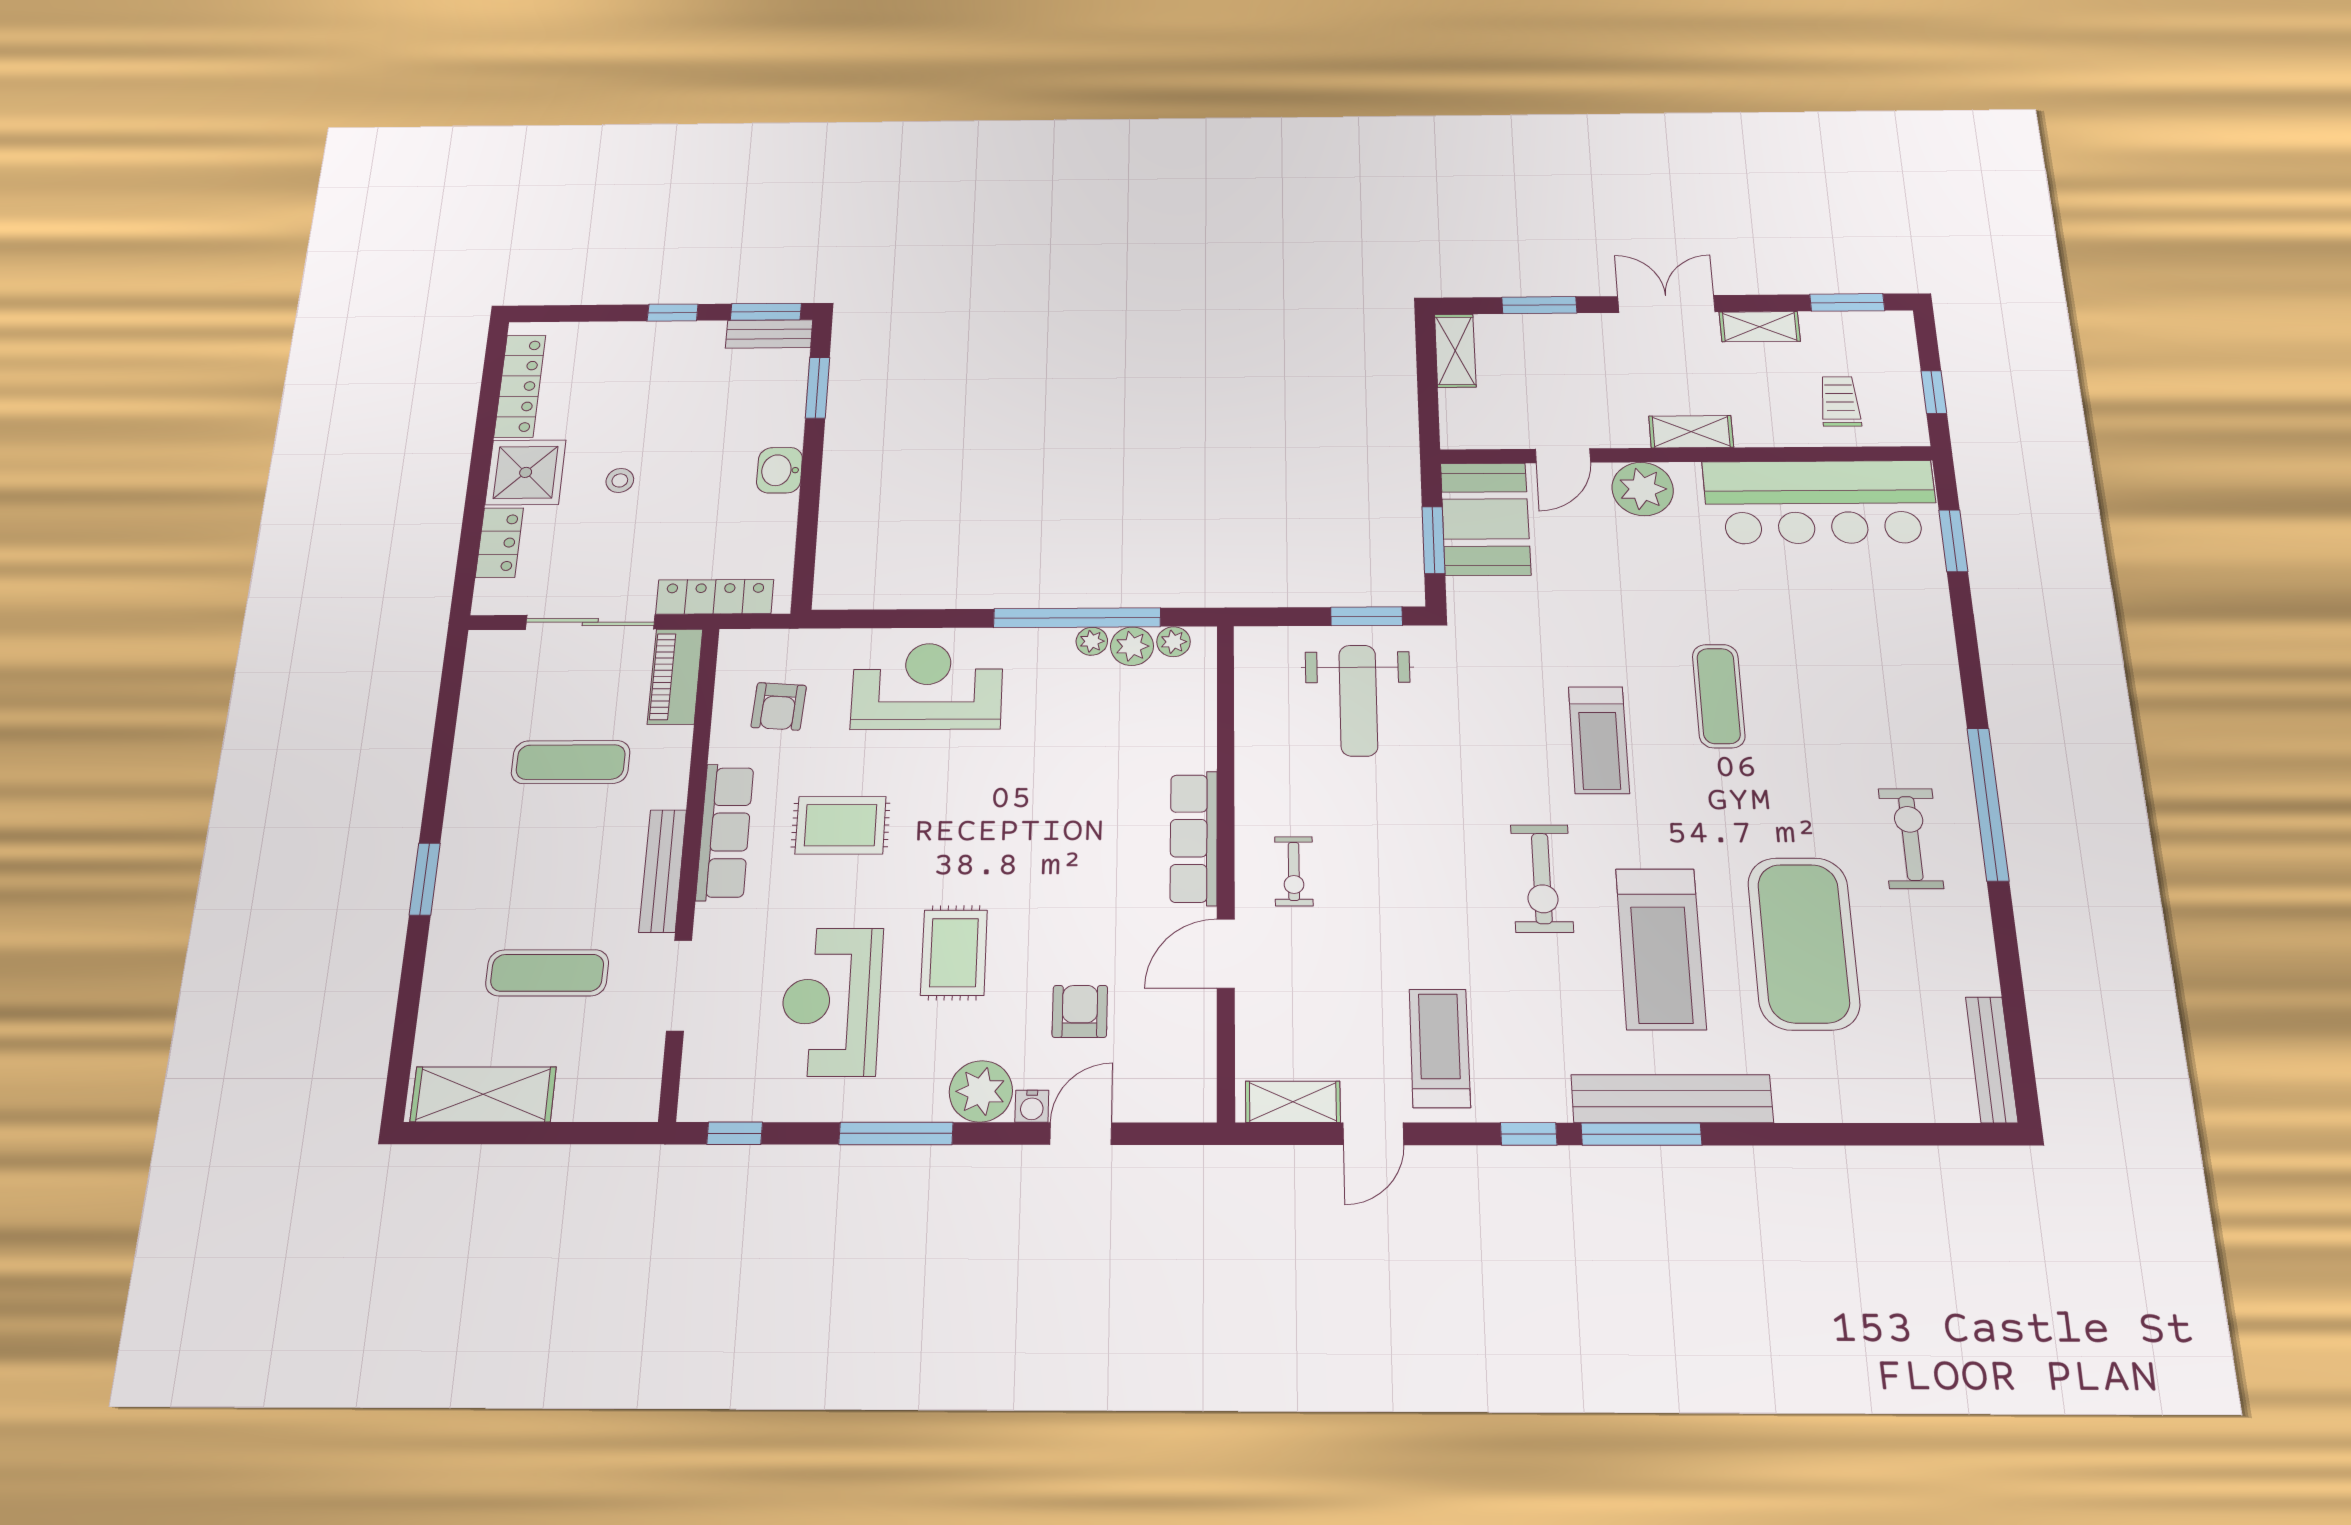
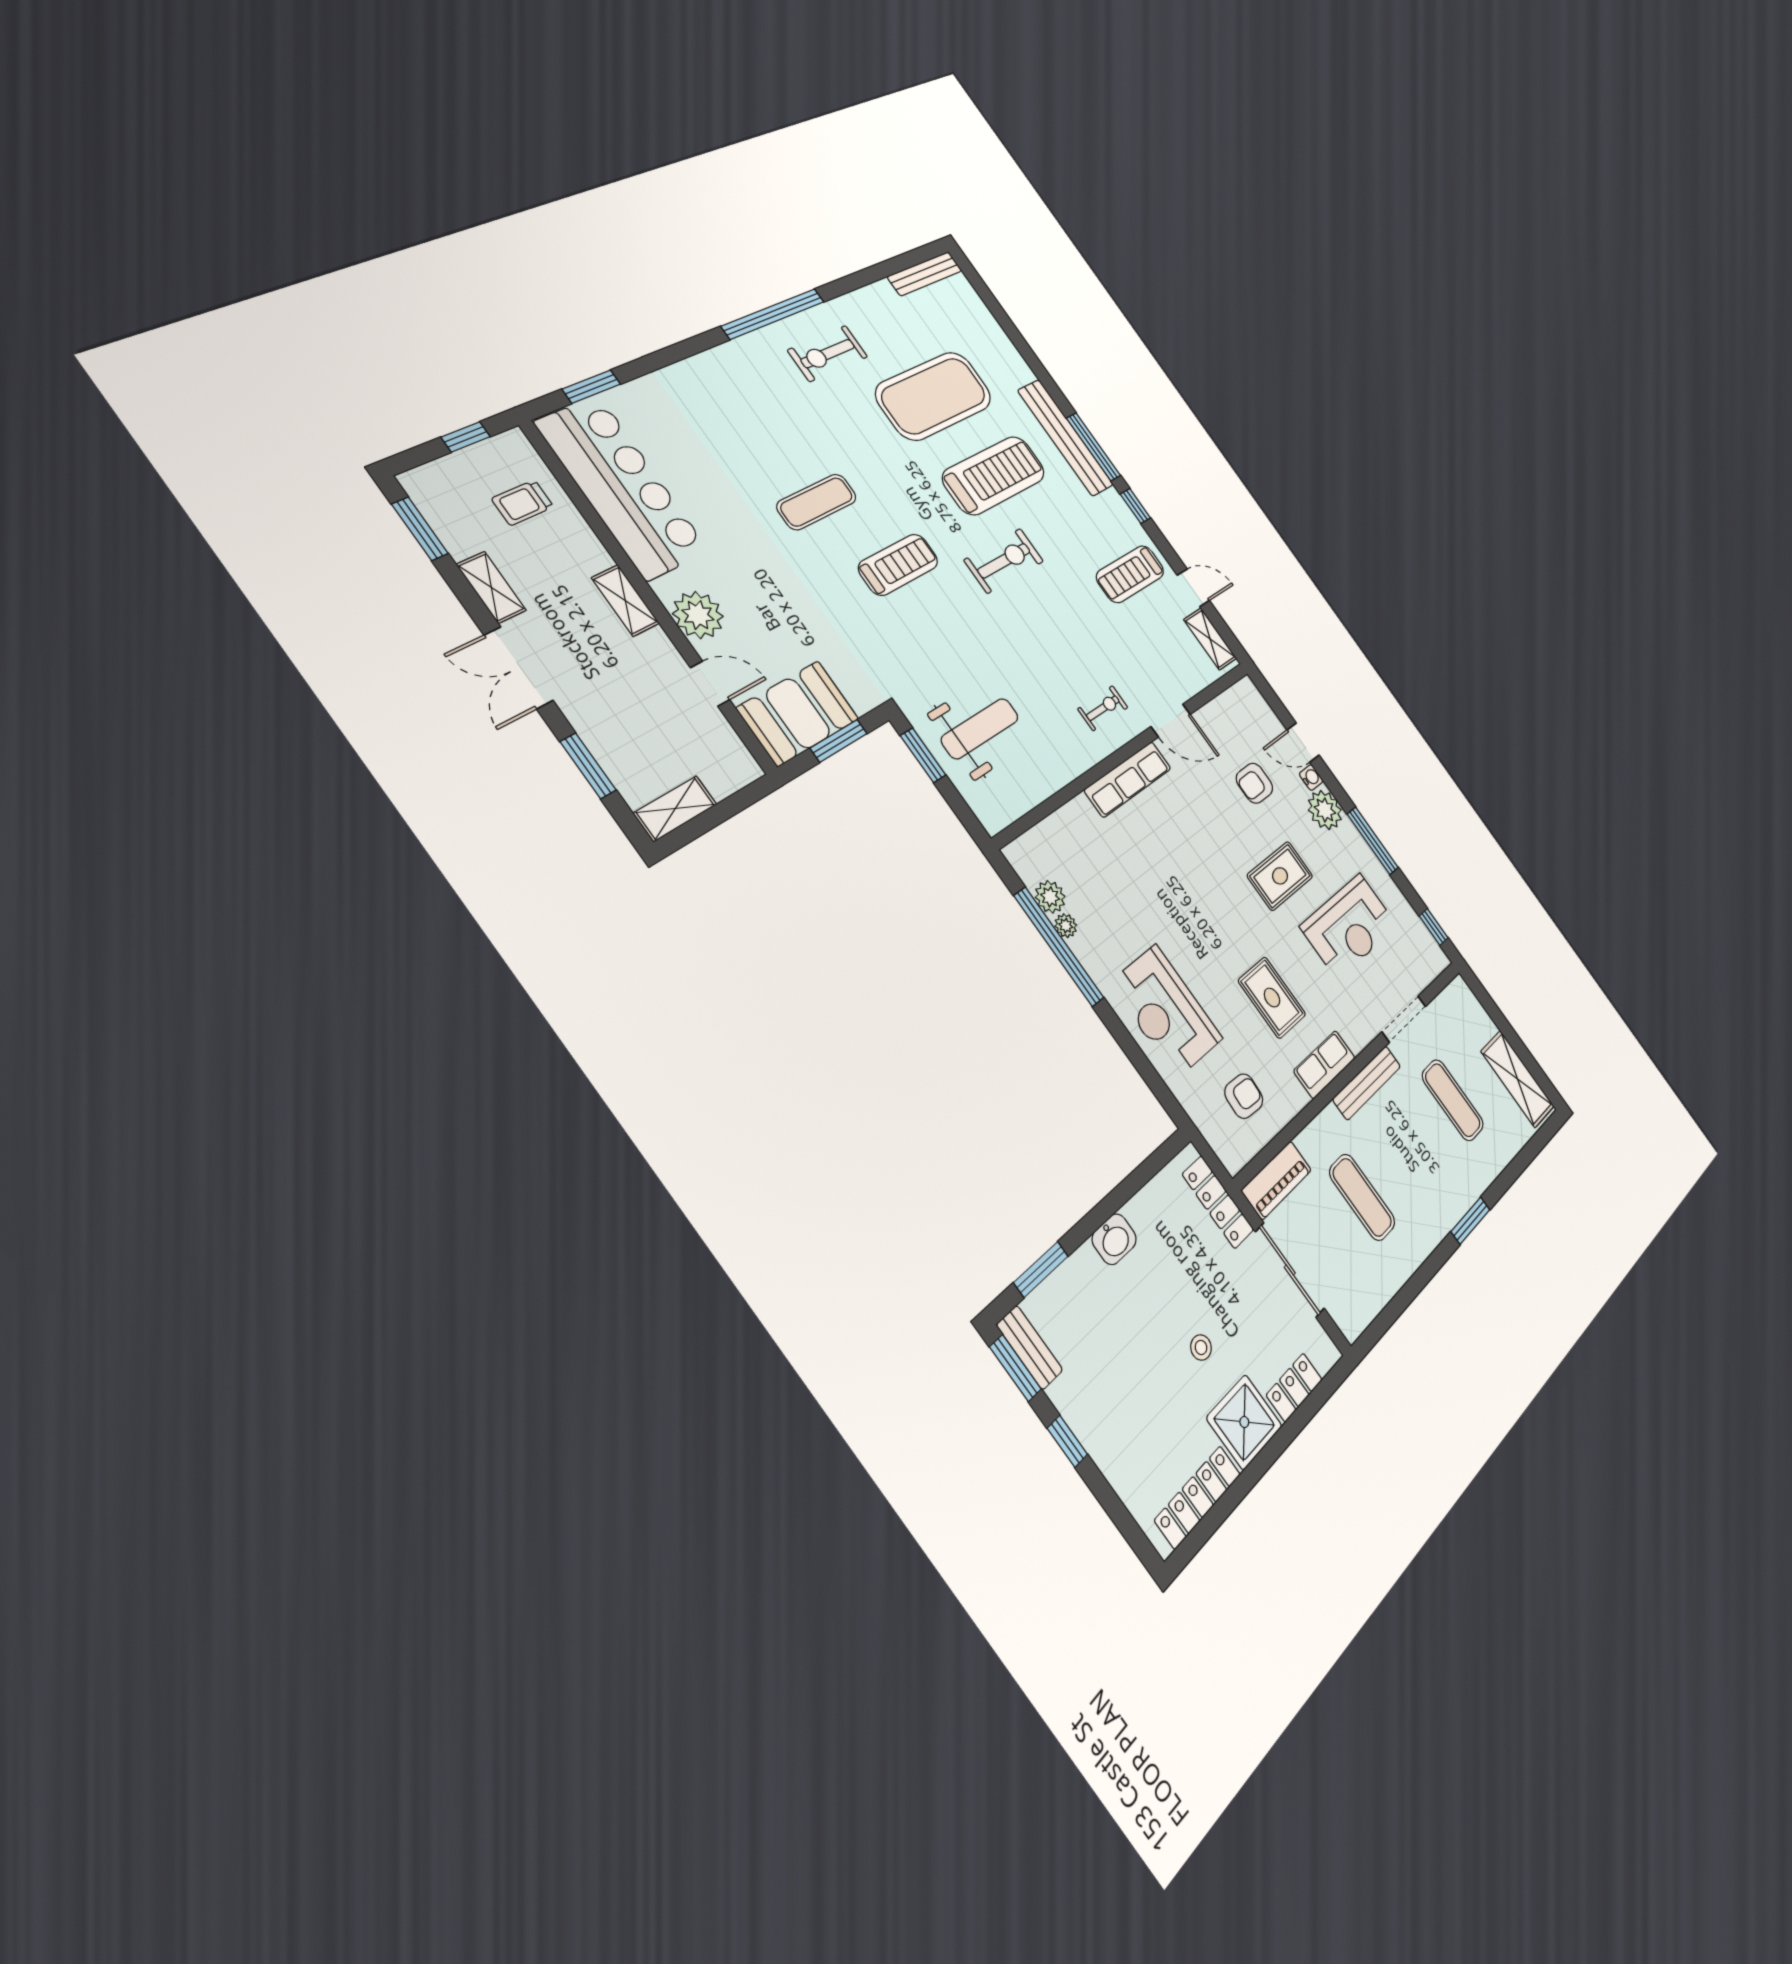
plant: (1173, 642) -> (1028, 872), removed
row of seats: (725, 832) -> (1325, 1064), width x0.68

